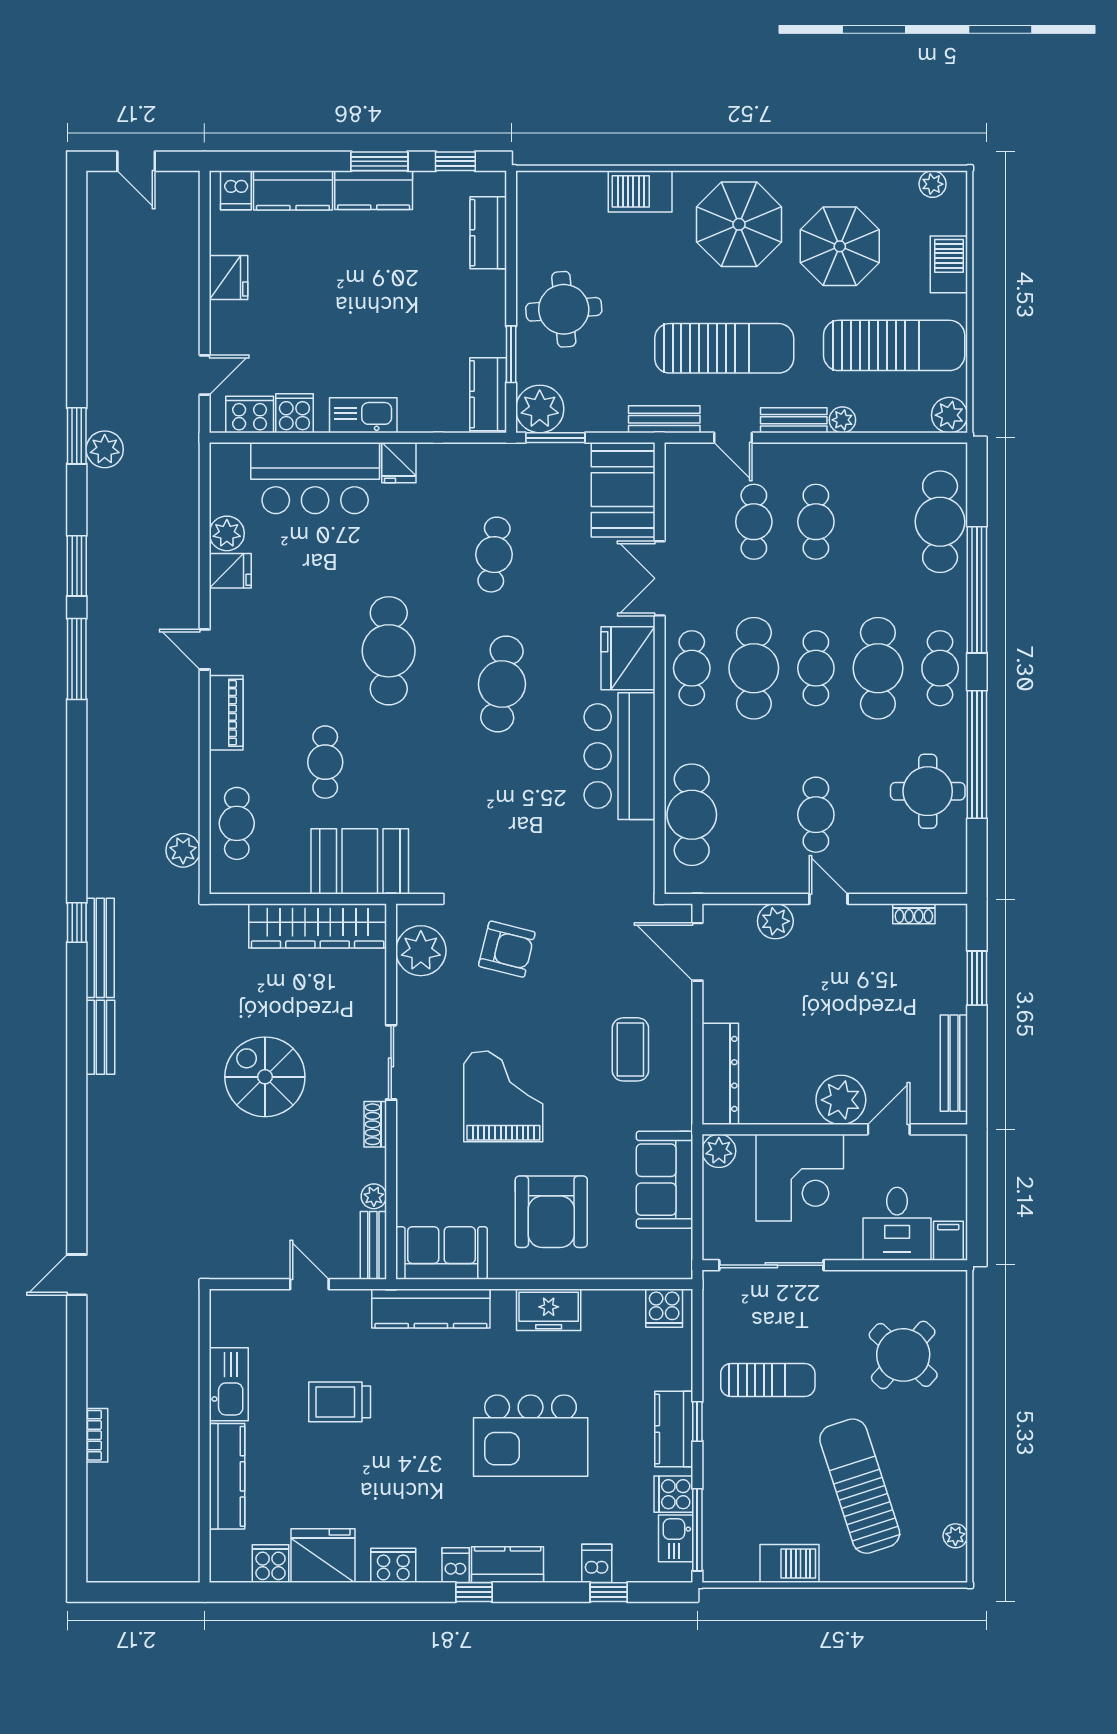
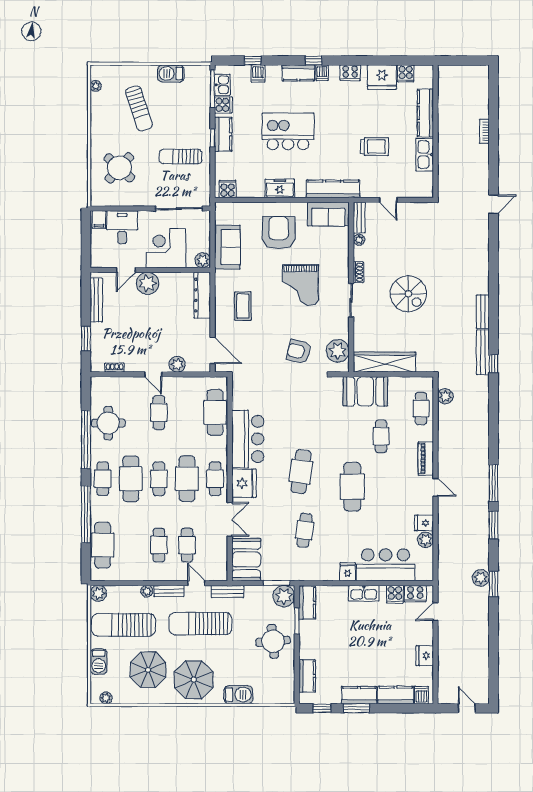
sun lounger: (860, 1486) -> (139, 108), width x0.73, depth x0.75

